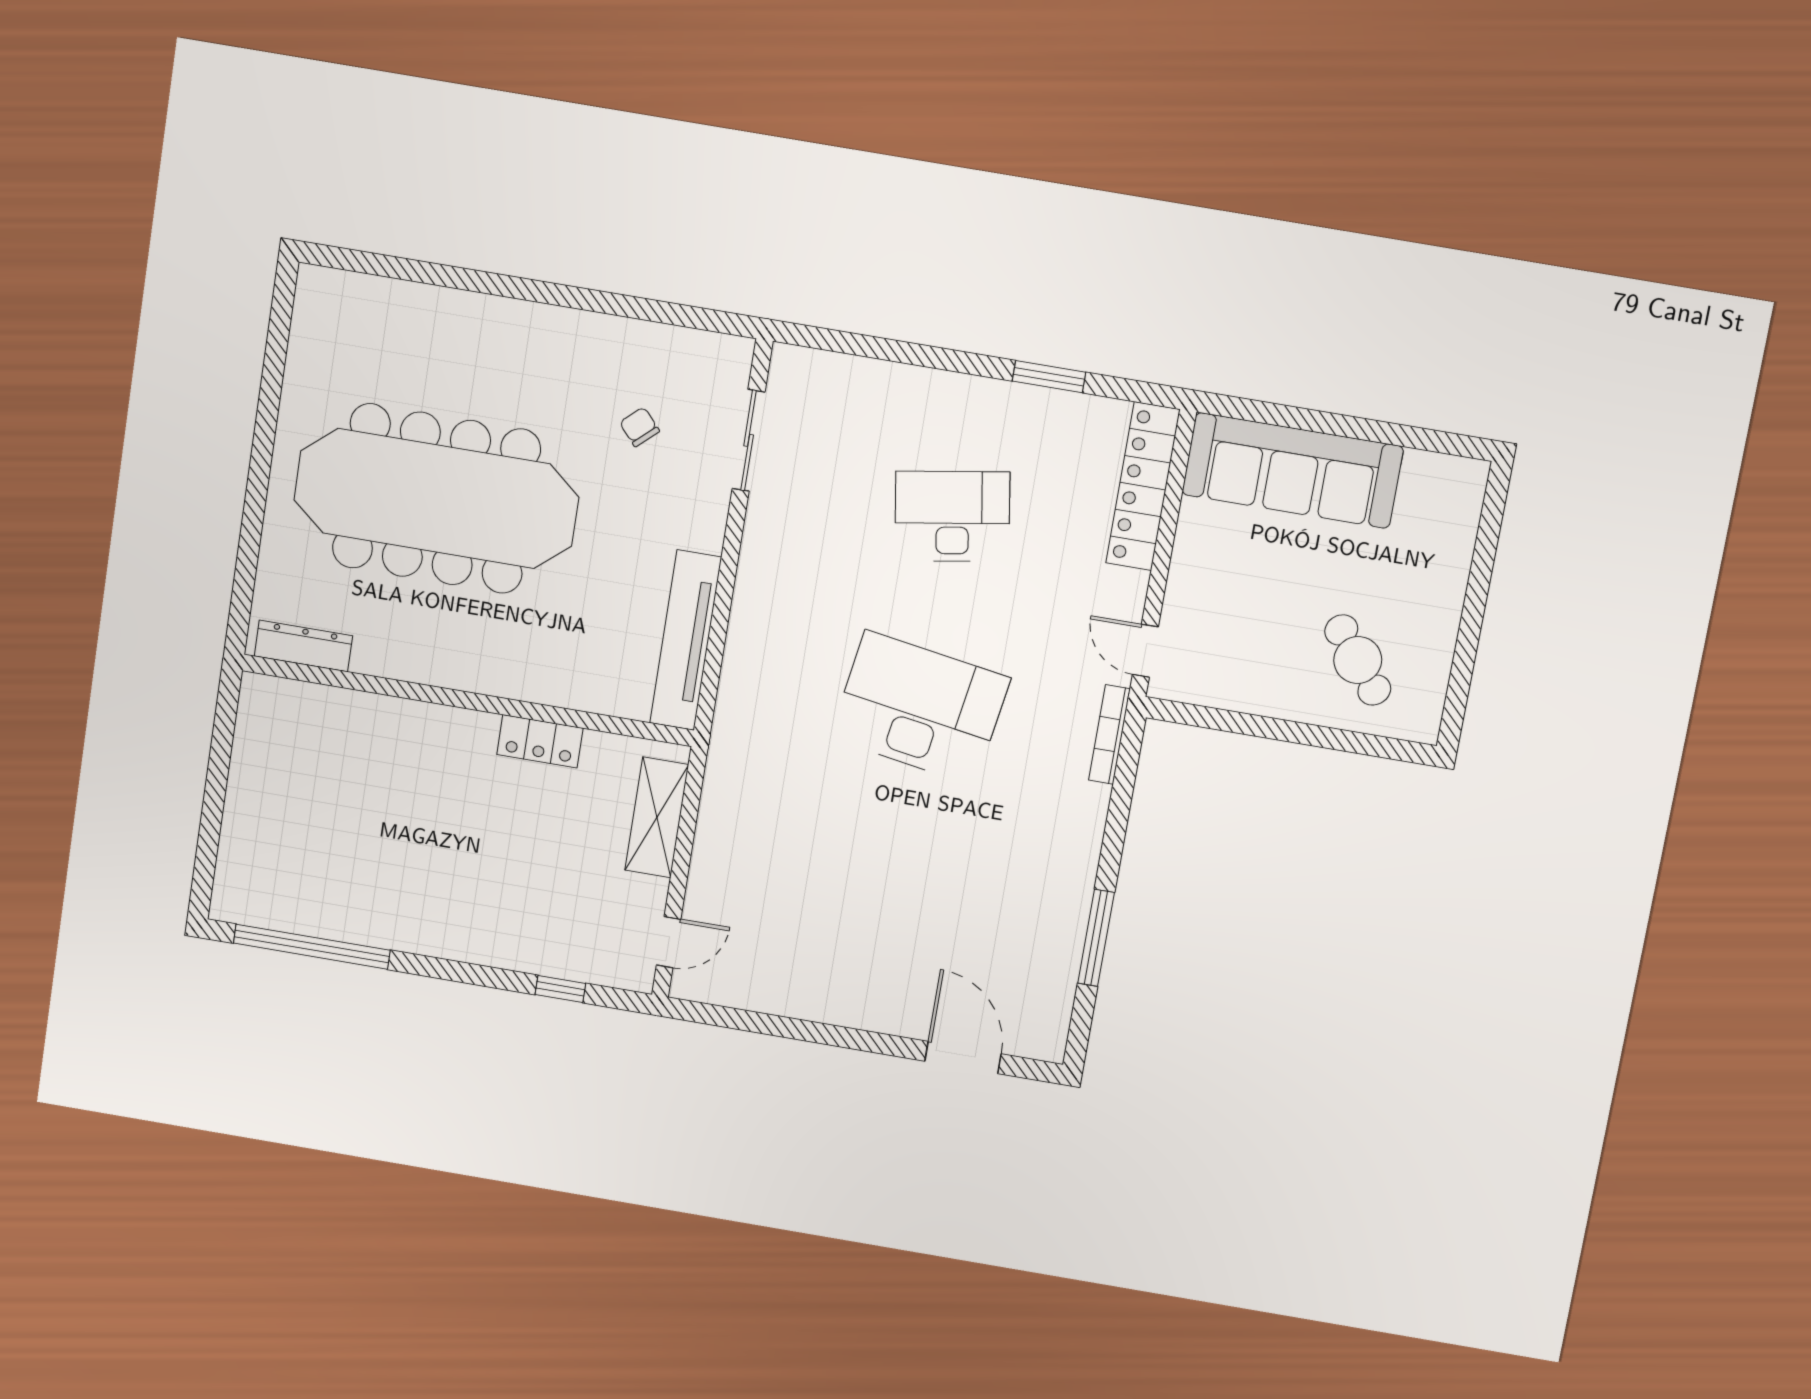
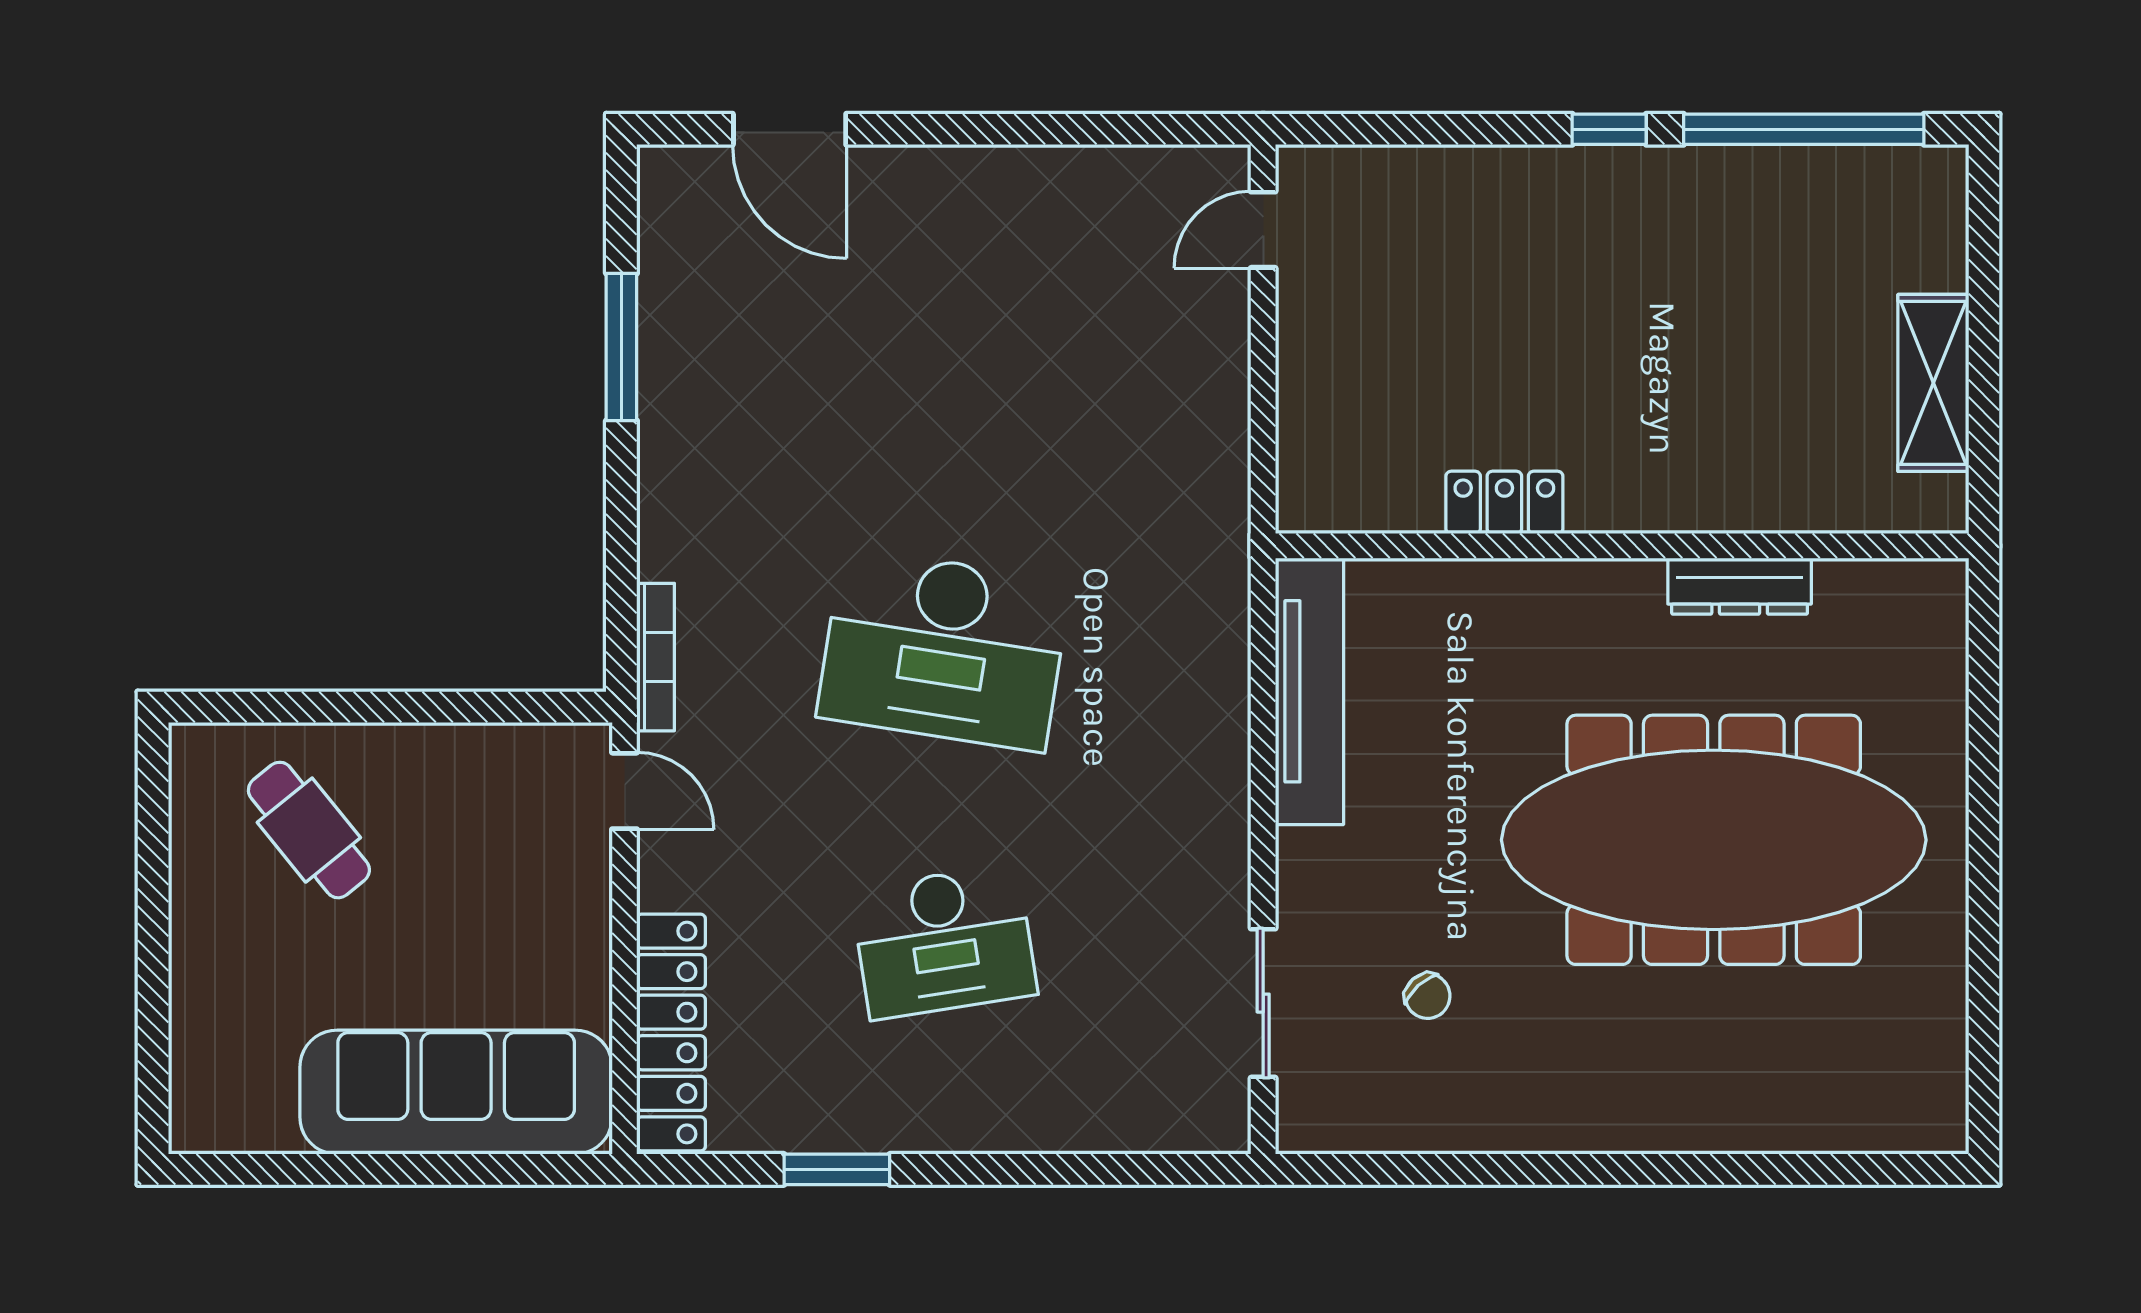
dresser: (303, 646) -> (1740, 586), moved
shelving: (657, 817) -> (1933, 383), moved
window: (560, 989) -> (1609, 129), moved

